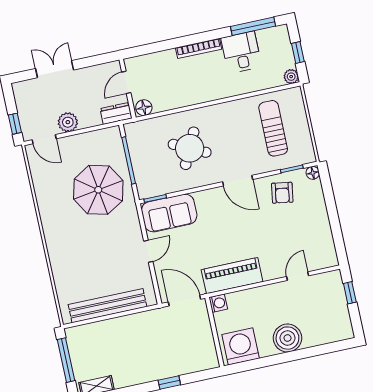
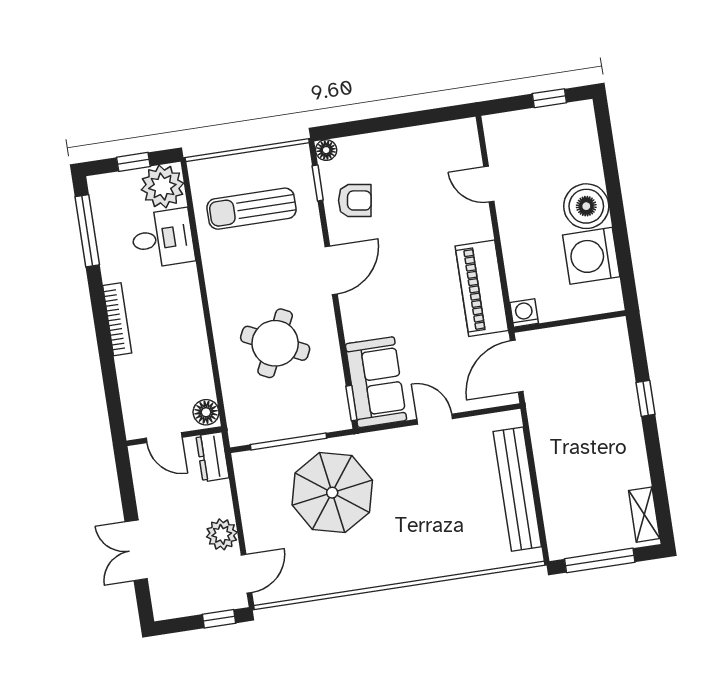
desk: (241, 52) -> (163, 238), moved, turned 180
plant: (291, 77) -> (162, 186), width x1.87, depth x1.87
window: (350, 293) -> (549, 98), moved
washing machine: (241, 346) -> (591, 256), moved

